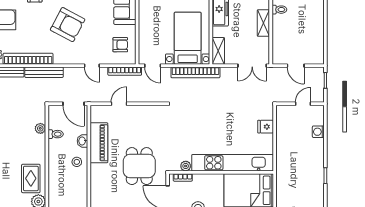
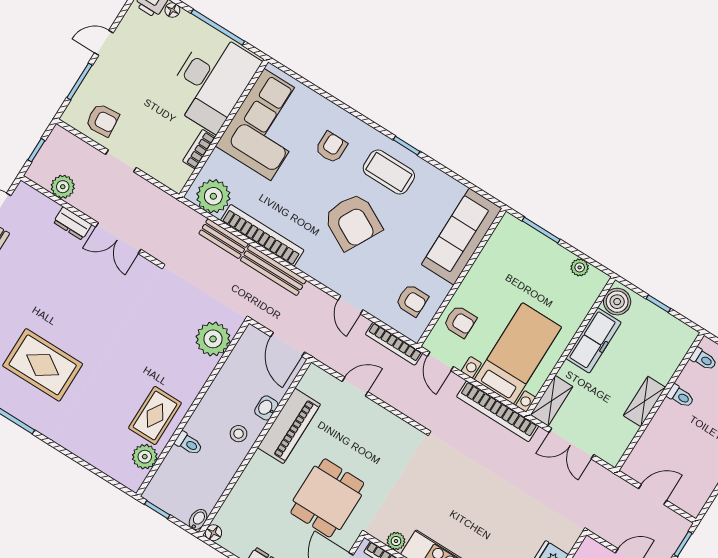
armchair: (150, 40) -> (460, 322), added
double door: (252, 66) -> (571, 444), moved
door: (296, 66) -> (653, 494), swing flipped
plant: (40, 128) -> (213, 339), width x1.87, depth x1.87
toilet: (56, 134) -> (189, 444), moved

